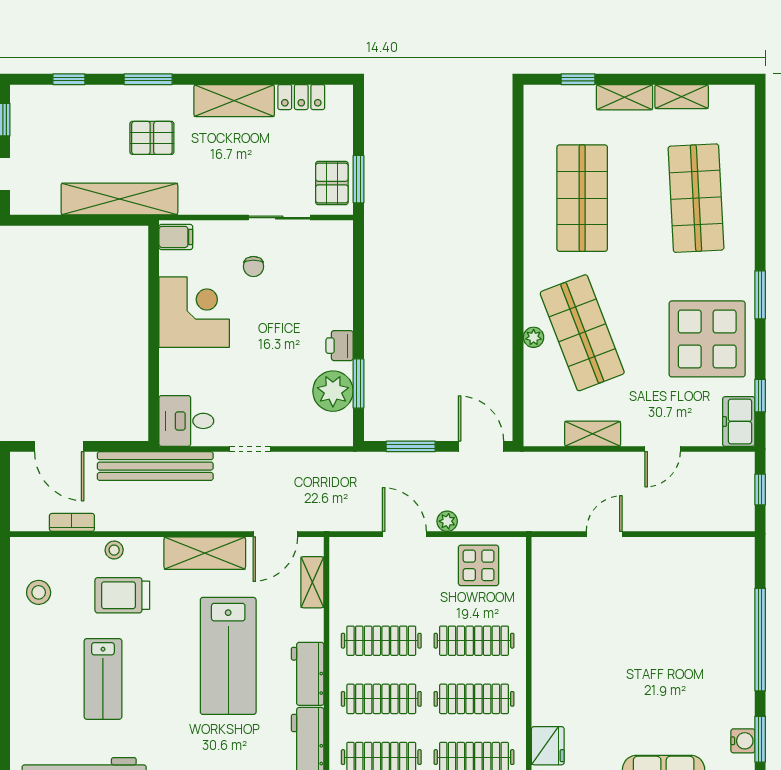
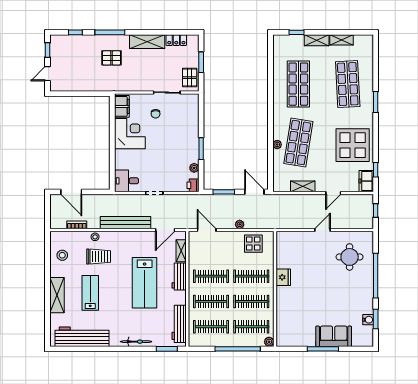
window: (148, 79) -> (110, 32), width x1.44
window: (358, 179) -> (201, 62), moved
shelving: (119, 199) -> (97, 84), removed
filing cabinet: (176, 237) -> (122, 106), width x2.00
window: (760, 295) -> (376, 102), moved
shop shelf: (582, 333) -> (298, 143), turned 30
printer: (340, 346) -> (193, 185), moved
window: (358, 384) -> (201, 149), moved
plant: (333, 391) -> (194, 168), width x0.53, depth x0.53
bench: (155, 466) -> (126, 223), moved
door: (404, 534) -> (207, 230), moved
door: (604, 534) -> (323, 230), moved
shelving: (205, 553) -> (57, 295), moved, turned 90
trolley: (122, 595) -> (99, 256), turned 180
round table: (700, 596) -> (350, 257), added
workbench: (308, 674) -> (179, 277), moved
lab bench: (103, 679) -> (90, 293), turned 180
fridge: (548, 746) -> (283, 277), moved

